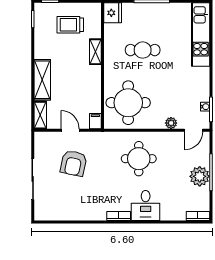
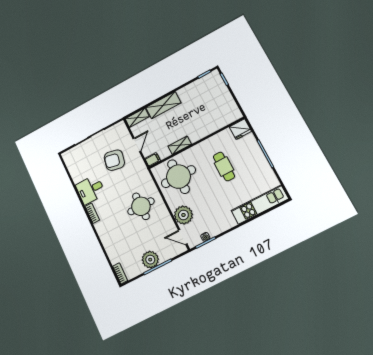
trolley: (70, 25) -> (215, 103), removed
shelving: (95, 52) -> (180, 145), moved
plant: (171, 123) -> (183, 215), width x1.88, depth x1.88
desk: (146, 206) -> (90, 190), moved

